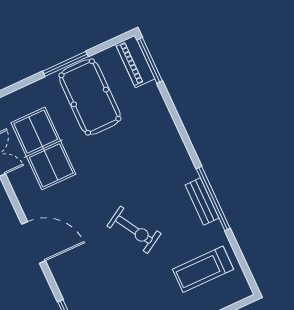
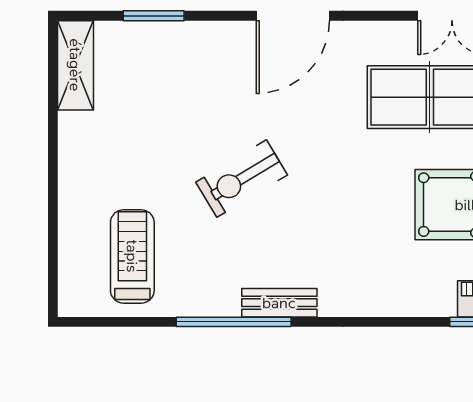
bench: (202, 201) -> (279, 303), moved

